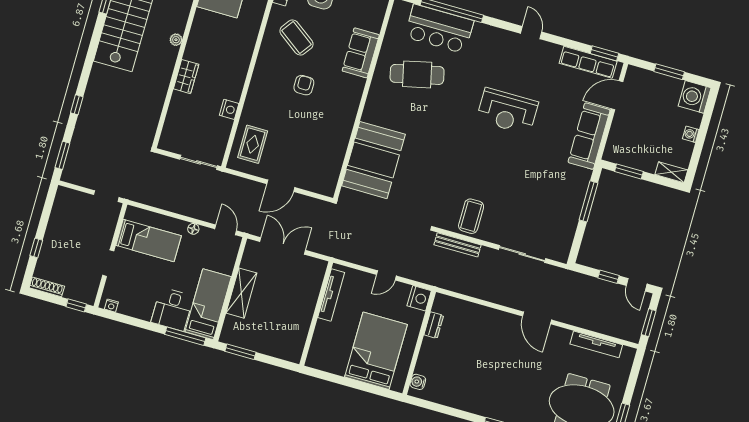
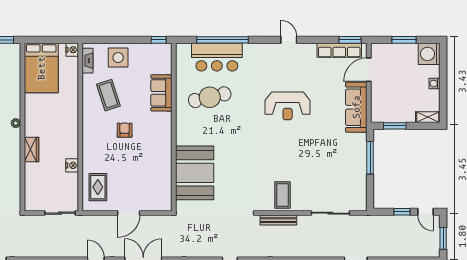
coffee table: (296, 37) -> (108, 95), turned 36

